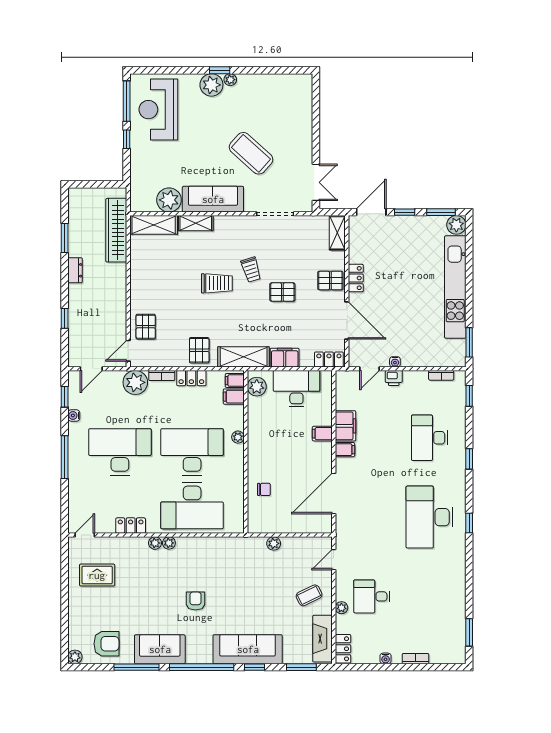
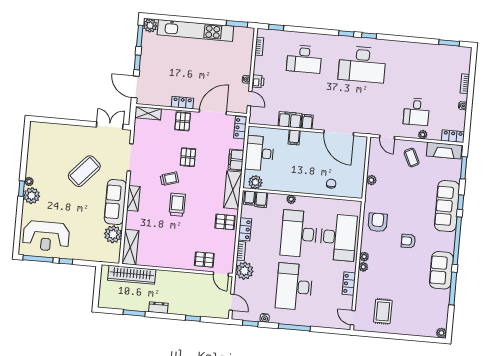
shelving: (196, 223) -> (133, 198), moved
window: (469, 459) -> (346, 34), moved
armchair: (106, 644) -> (378, 222), moved

